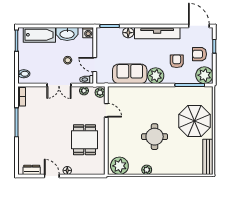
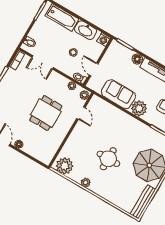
double door: (59, 85) -> (43, 62), moved
dining table: (84, 140) -> (46, 113), moved

